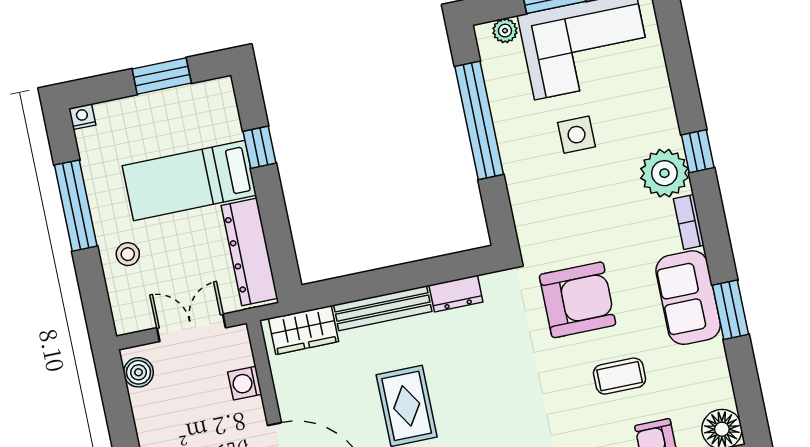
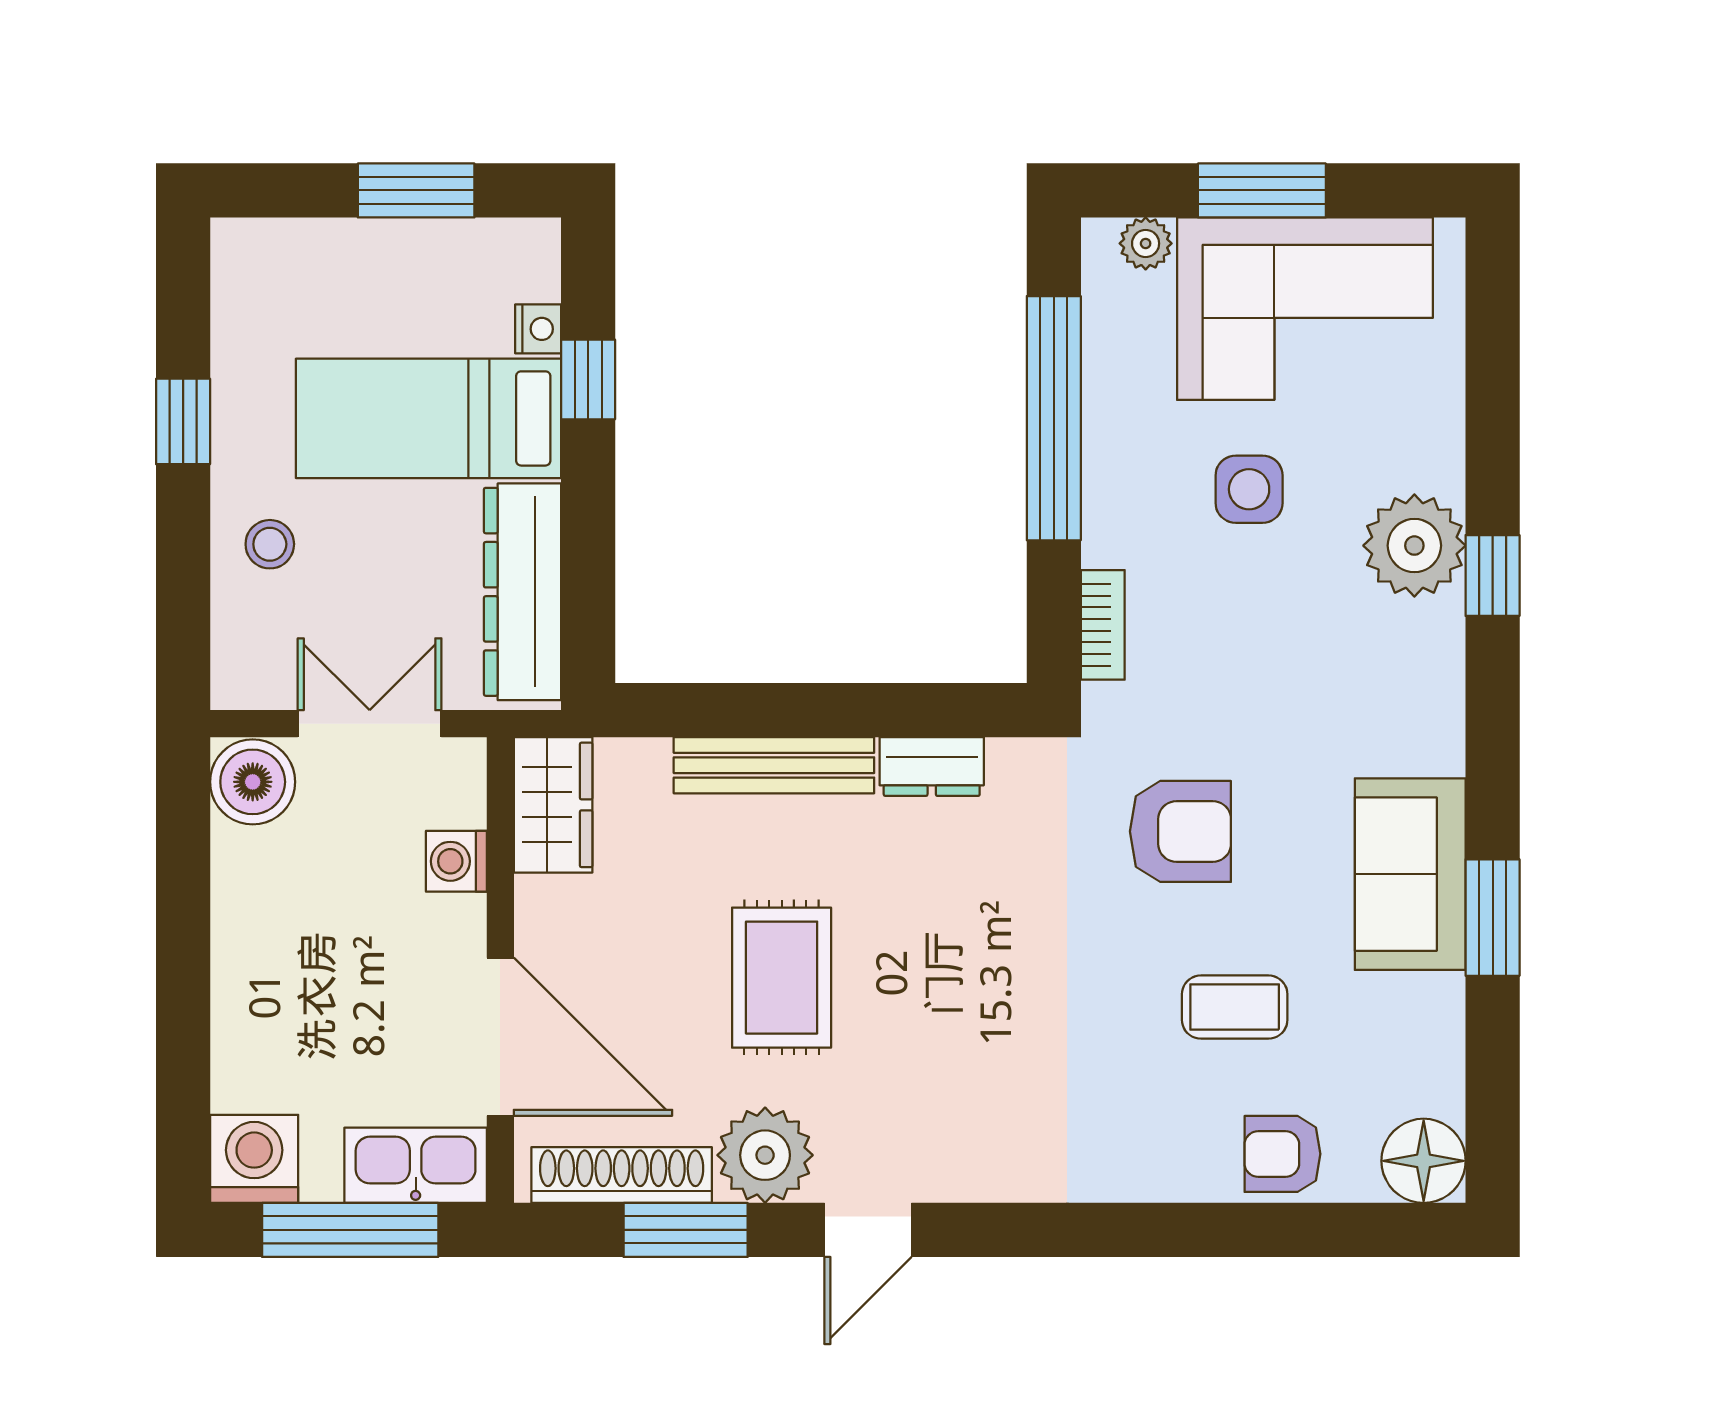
nightstand: (82, 117) -> (538, 329), moved, turned 90
plant: (664, 173) -> (1414, 546), moved
window: (76, 206) -> (183, 421), width x0.46
bookcase: (689, 222) -> (1103, 625), moved, turned 180
armchair: (578, 300) -> (1180, 831), width x0.73, depth x0.73
wardrobe: (303, 330) -> (553, 805), moved, turned -90
boiler: (138, 372) -> (253, 782), width x1.36, depth x1.36

